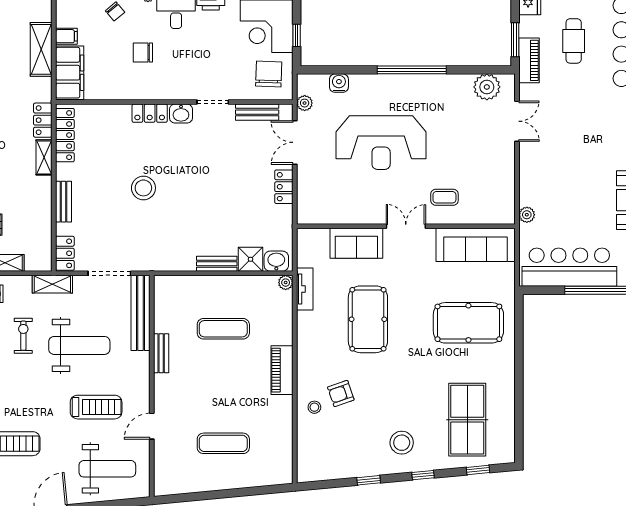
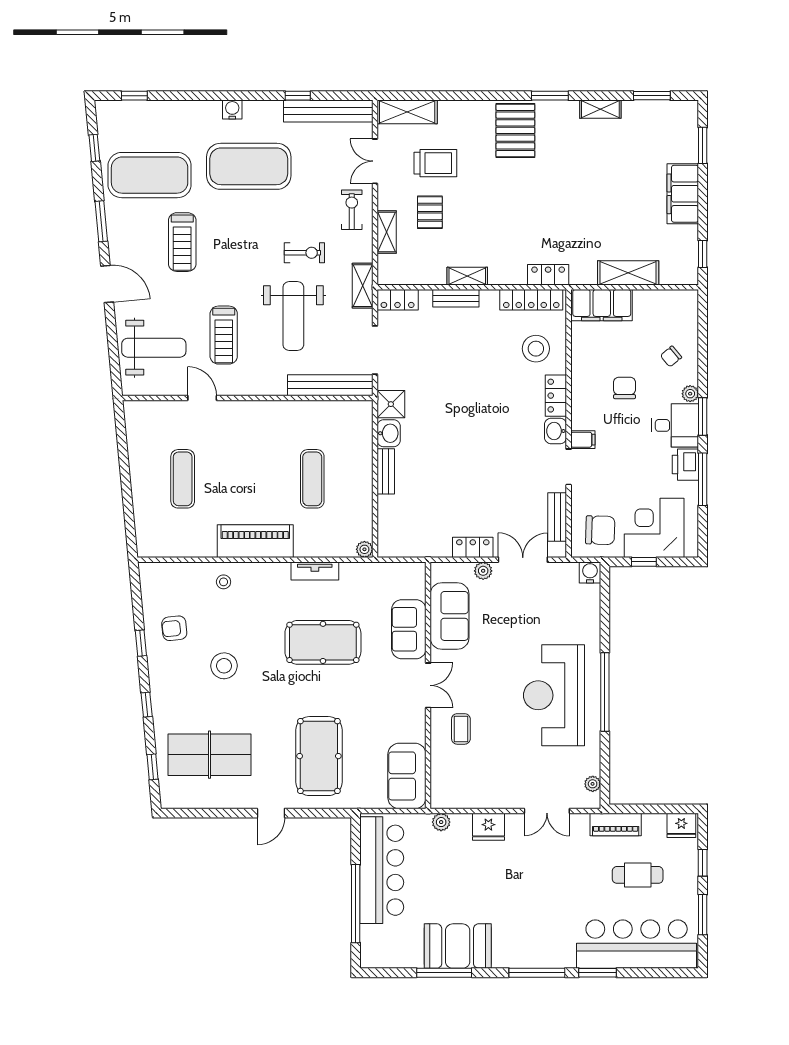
filing cabinet: (66, 36) -> (583, 440), moved, turned -90
window: (515, 40) -> (639, 809), removed
water cooler: (339, 83) -> (590, 572), moved, turned -90
plant: (487, 87) -> (593, 784), width x0.53, depth x0.53
plant: (305, 103) -> (483, 571), moved
reception desk: (381, 143) -> (554, 695), moved
shelving: (44, 157) -> (467, 276), moved
fridge: (531, 173) -> (488, 827), added
stool: (143, 188) -> (536, 349), moved
sofa: (345, 207) -> (450, 616), added
sofa: (476, 245) -> (407, 776), width x0.73
shower: (251, 259) -> (391, 404), moved
washbasin: (276, 261) -> (389, 433), moved
tv unit: (305, 289) -> (315, 571), moved
bench: (161, 353) -> (284, 409), removed
door: (519, 365) -> (271, 813), added
piano: (282, 370) -> (255, 541), width x1.37, depth x1.33
armchair: (341, 393) -> (174, 628), moved, turned -77
stool: (402, 443) -> (224, 666), moved
weight bench: (107, 469) -> (154, 348), turned -90

